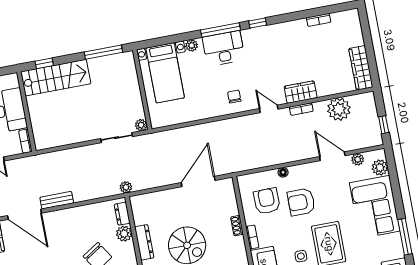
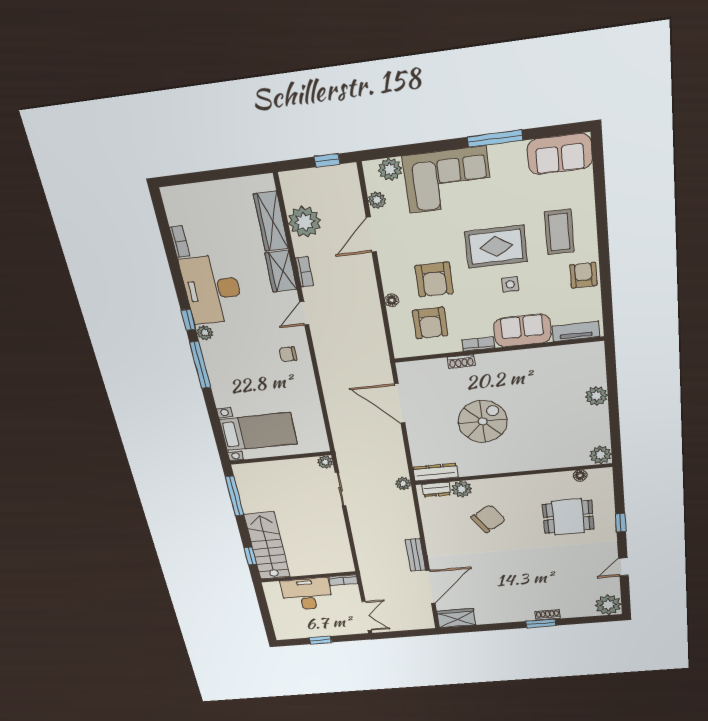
plant: (192, 45) -> (205, 333), moved
desk: (224, 48) -> (212, 289), moved, width x1.36, depth x1.30
wardrobe: (361, 68) -> (271, 221), moved, turned 90
armchair: (267, 201) -> (430, 323), turned -89
dresser: (144, 242) -> (435, 472), moved

